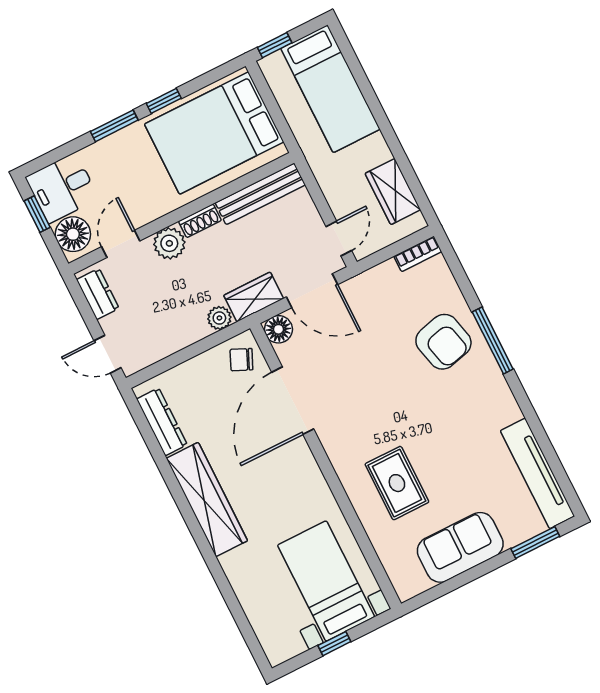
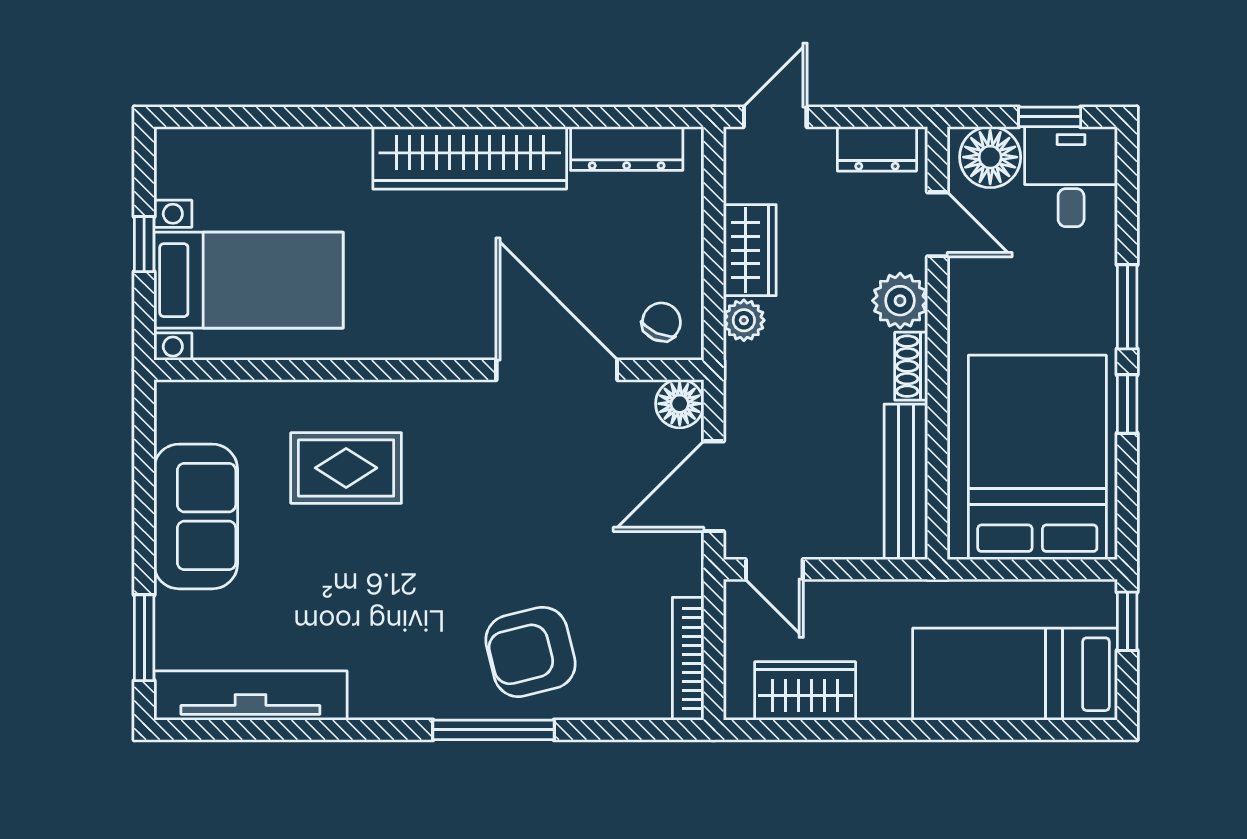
bookcase: (418, 254) -> (688, 659), width x1.56
wardrobe: (254, 297) -> (750, 250), moved

